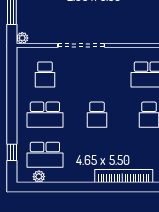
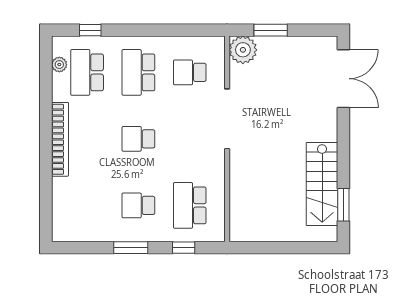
plant: (22, 38) -> (243, 50), width x1.88, depth x1.88
bookcase: (124, 176) -> (60, 139), moved

